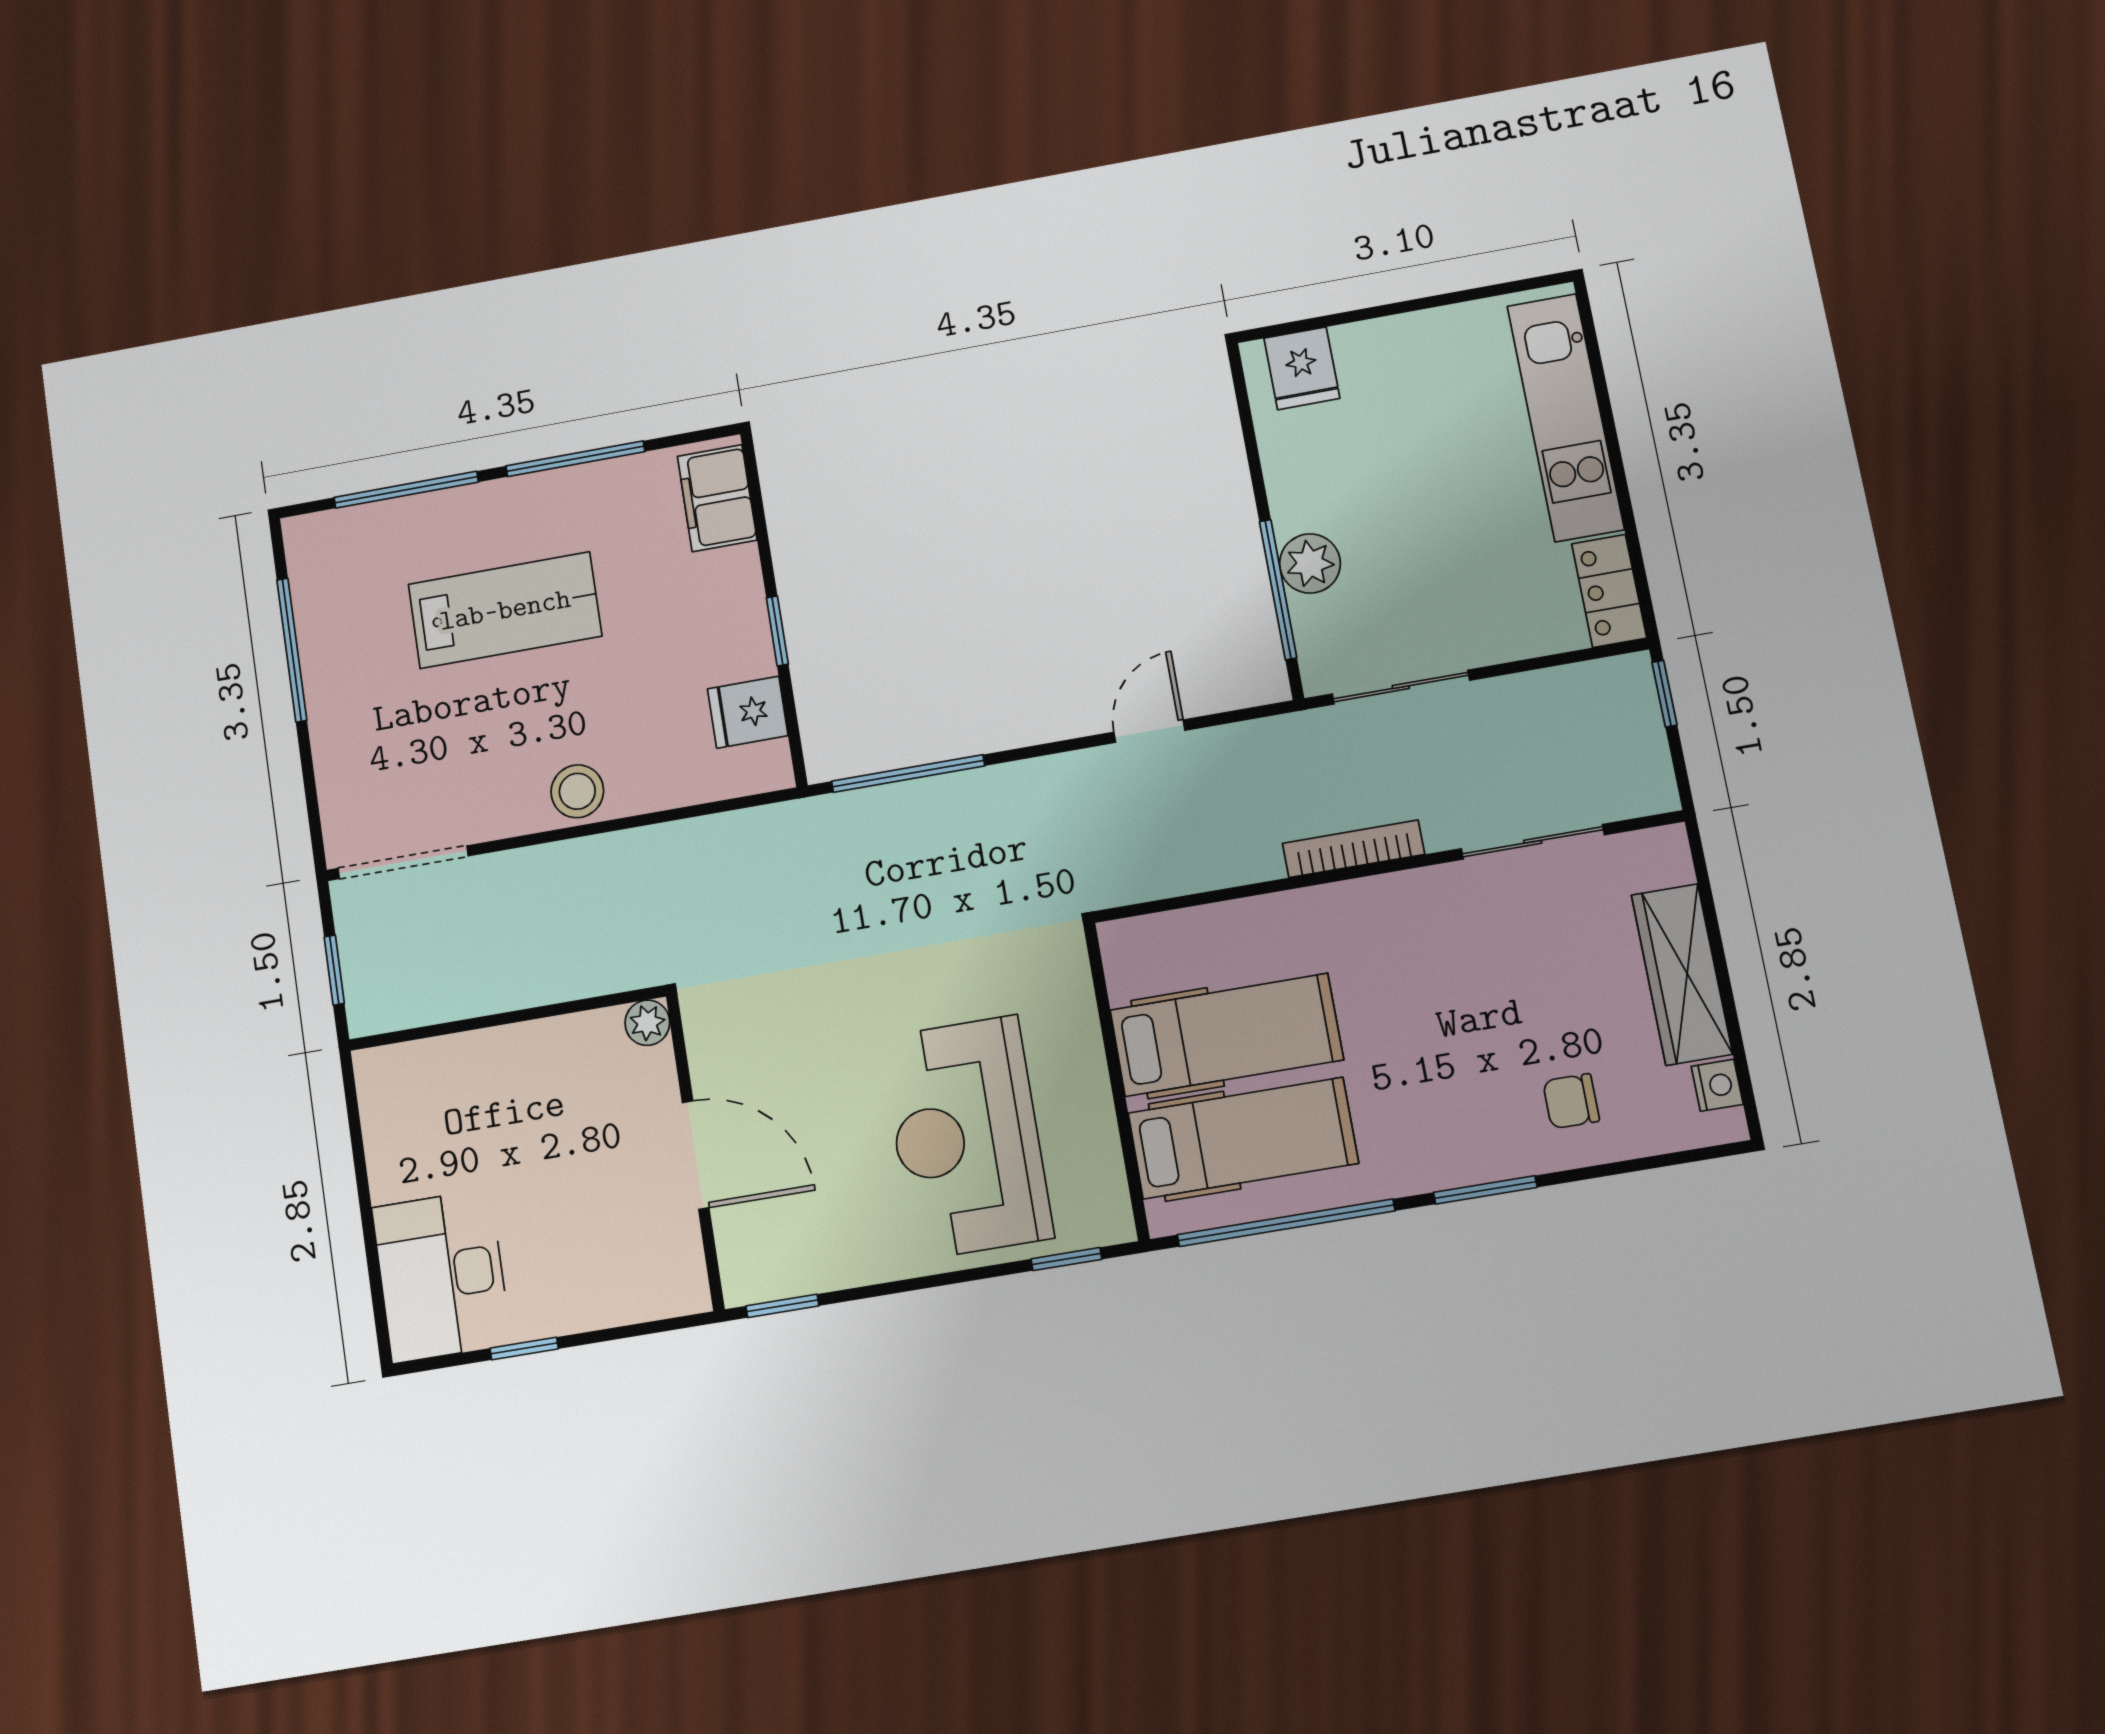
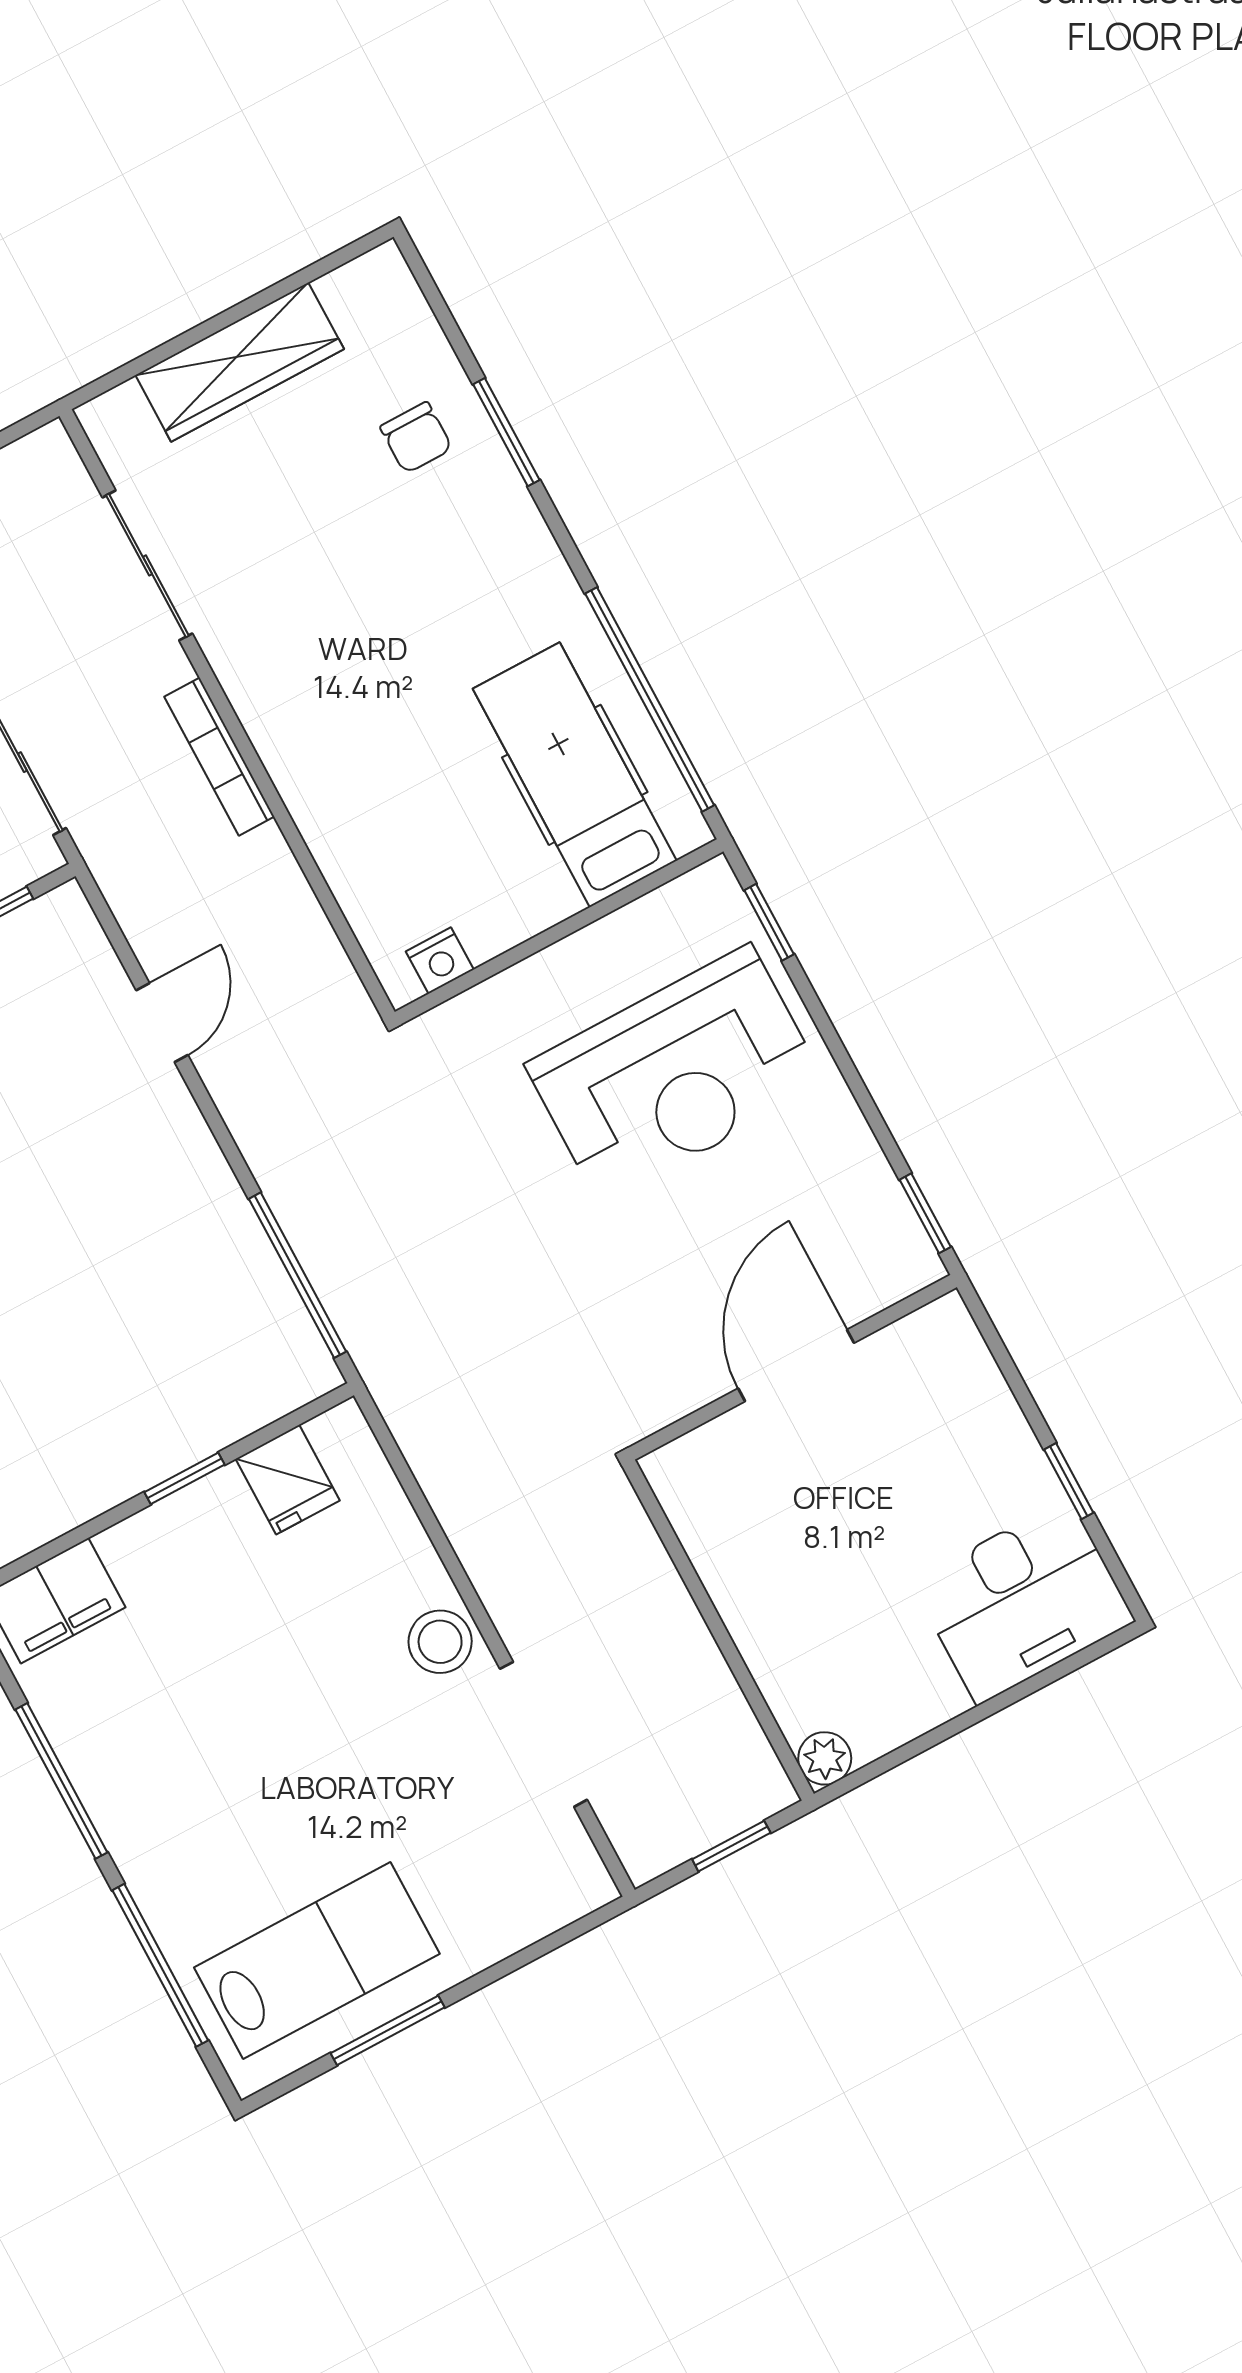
lab bench: (505, 610) -> (317, 1961), moved, turned 90
window: (292, 650) -> (388, 2030), width x0.69
door: (1149, 731) -> (162, 1023), swing flipped
doorway: (403, 862) -> (544, 1734), moved
plant: (647, 1023) -> (825, 1758), moved
hospital bed: (1226, 1035) -> (469, 829), removed
nightstand: (1717, 1085) -> (440, 960), moved, turned 180
window: (1485, 1190) -> (506, 432), moved

